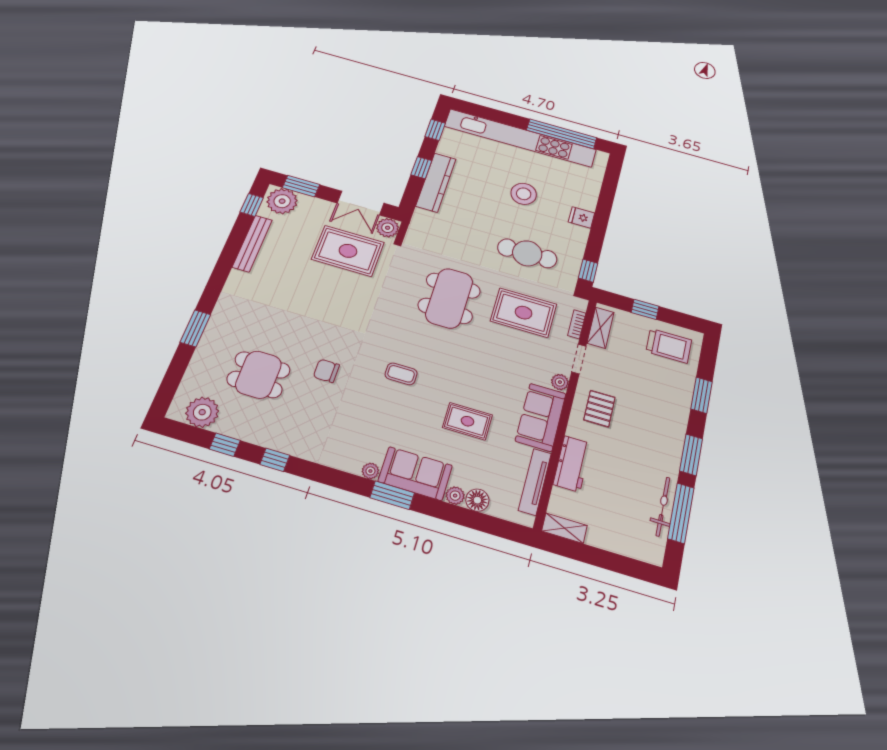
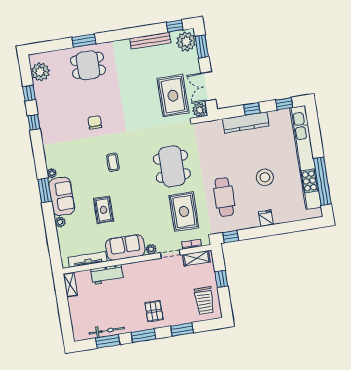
dining table: (449, 298) -> (172, 166), turned 90
dining table: (258, 375) -> (88, 65), moved, turned 90
pallet: (599, 409) -> (154, 311), moved, turned 90
floor lamp: (477, 500) -> (63, 234), removed
window: (681, 513) -> (108, 341), width x0.69

